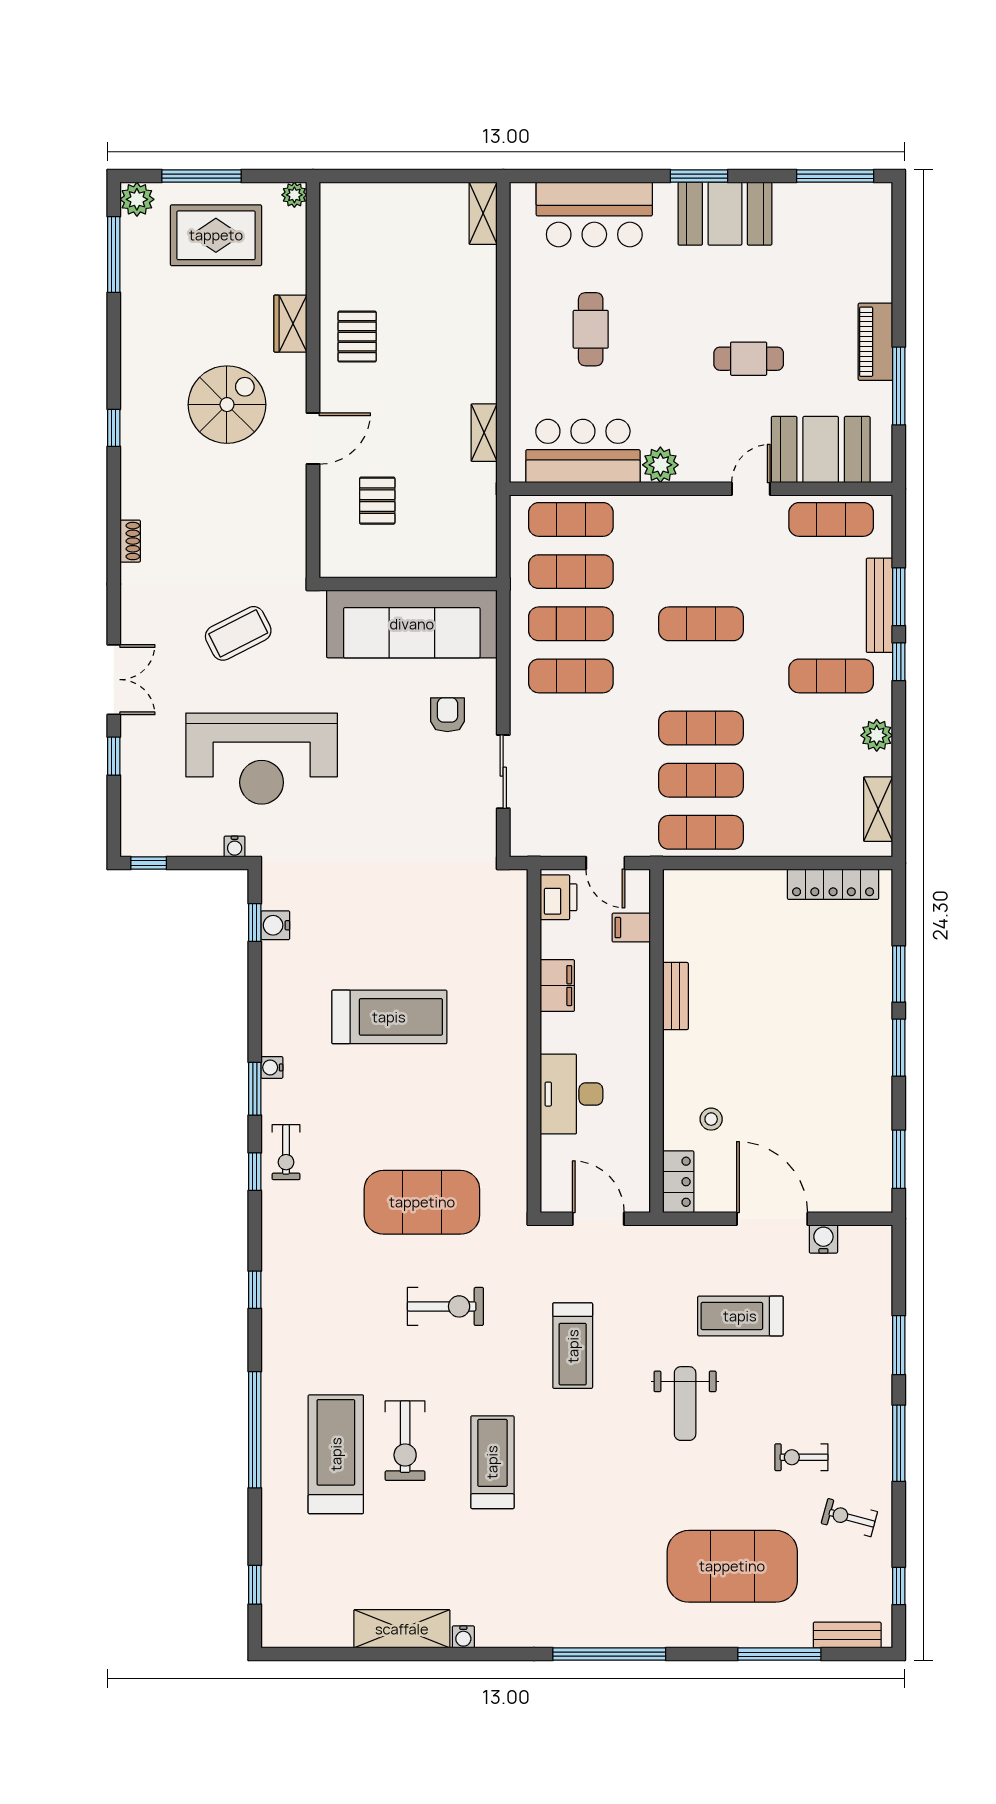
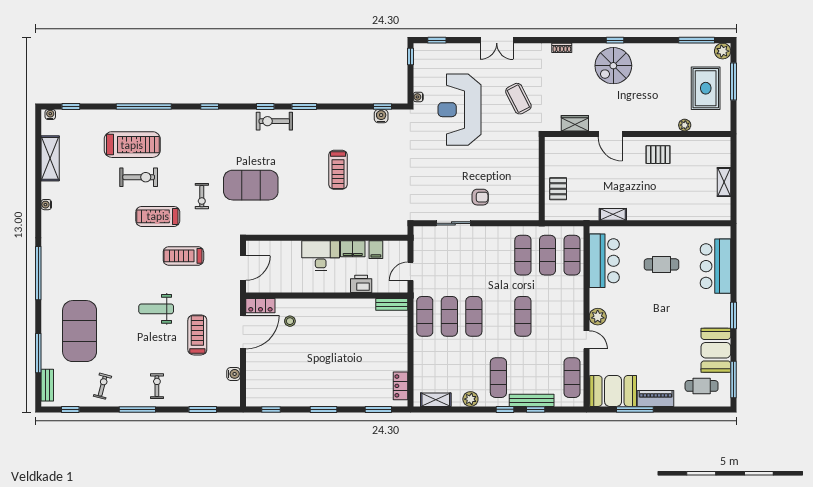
plant: (294, 195) -> (685, 125), moved
shelving: (483, 213) -> (724, 182), moved, turned 90
booth: (725, 214) -> (716, 350), moved
wardrobe: (290, 324) -> (575, 123), moved
cafe table: (749, 359) -> (702, 386), moved, turned 90
spiral stairs: (227, 405) -> (613, 66), moved, turned 90
booth: (821, 450) -> (613, 391), moved, turned 90
plant: (660, 465) -> (598, 317), moved
pallet: (377, 501) -> (558, 189), moved, turned 90
window: (899, 597) -> (536, 409), width x0.67
sofa: (412, 624) -> (523, 180), removed
exercise mat: (571, 676) -> (498, 255), removed
window: (114, 756) -> (437, 40), moved
locker: (833, 884) -> (400, 386), width x0.66
printer: (559, 897) -> (361, 284), moved, turned 180
filing cabinet: (631, 928) -> (376, 250), moved, turned 180
window: (899, 974) -> (378, 409), moved
bench: (675, 996) -> (392, 304), moved
treadmill: (389, 1017) -> (338, 170), width x0.73, depth x0.73
water cooler: (272, 1067) -> (50, 114), moved
desk: (571, 1094) -> (321, 255), moved
exercise bike: (286, 1152) -> (274, 121), width x1.38, depth x1.39
window: (899, 1159) -> (271, 409), width x0.67
exercise mat: (422, 1202) -> (251, 185), turned 90
door: (772, 1219) -> (243, 332), moved
exercise bike: (445, 1306) -> (202, 196), width x0.73, depth x0.72
window: (899, 1345) -> (203, 409), moved
exercise bike: (405, 1441) -> (139, 177), turned 180
exercise bike: (801, 1457) -> (157, 386), moved
treadmill: (492, 1462) -> (158, 216), moved, turned 180
shelving: (402, 1629) -> (50, 158), moved

